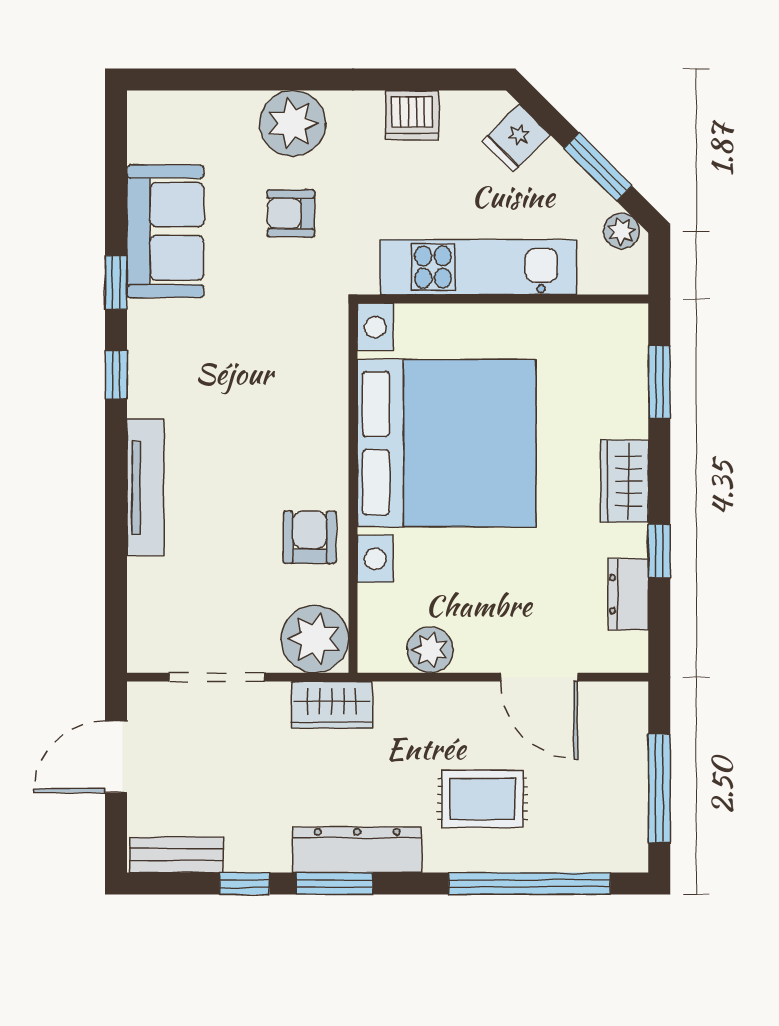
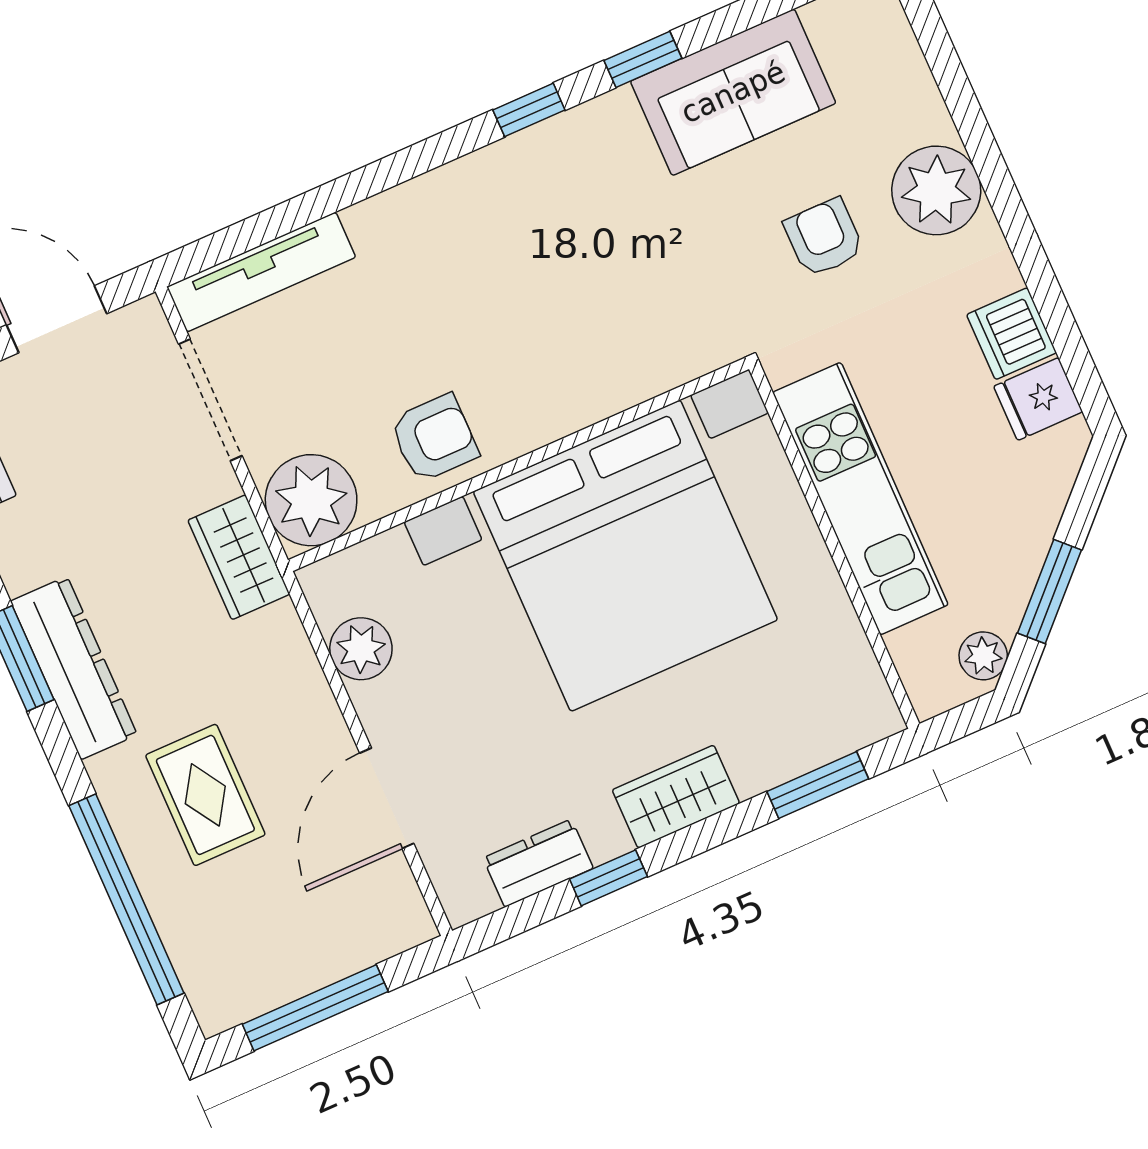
fridge: (516, 138) -> (1038, 399), moved, turned -45
tv unit: (146, 488) -> (261, 272), moved

